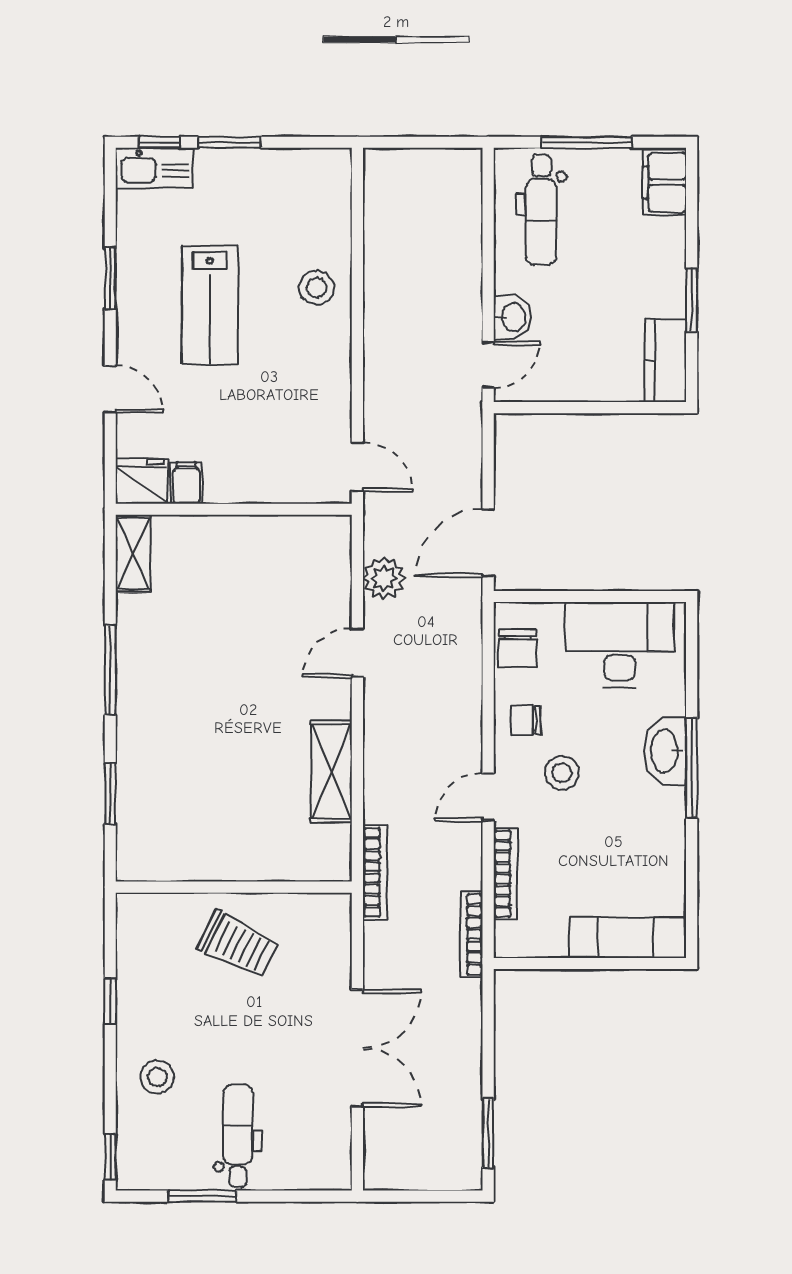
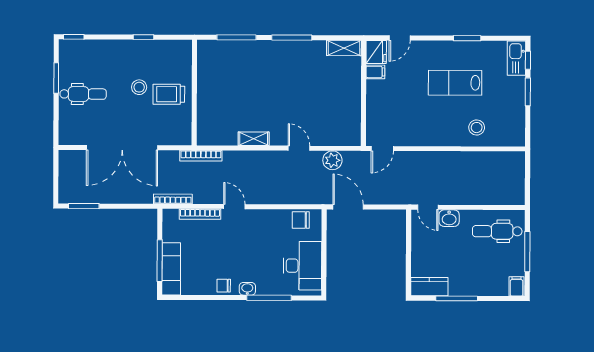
filing cabinet: (664, 182) -> (516, 286), width x0.50
stool: (317, 288) -> (477, 128), moved
window: (692, 300) -> (457, 298), width x1.44
door: (110, 389) -> (400, 38), moved
chair: (526, 720) -> (224, 286), moved, turned -90
washbasin: (665, 751) -> (247, 289), width x0.52, depth x0.69
window: (692, 768) -> (269, 298), moved
shelving: (331, 772) -> (254, 139), width x0.67, depth x0.75
stool: (562, 773) -> (245, 240), removed
window: (110, 794) -> (236, 37), width x1.44
trolley: (238, 944) -> (169, 94), turned 64
window: (609, 963) -> (160, 261), added
double door: (357, 1048) -> (122, 148), width x1.36
stool: (157, 1077) -> (139, 87), moved

